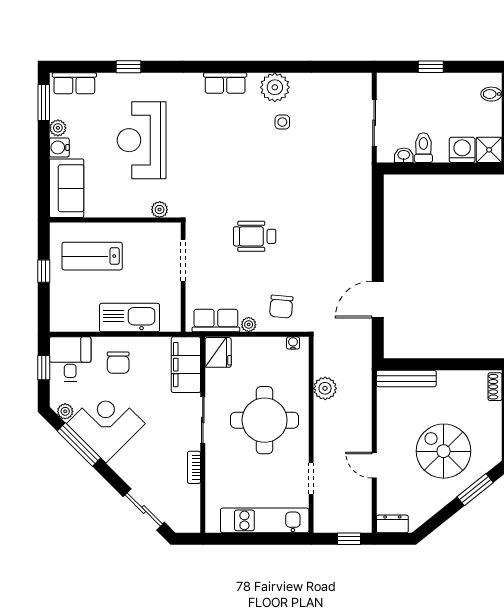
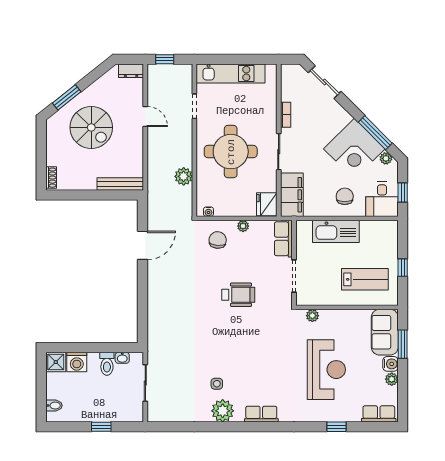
window: (44, 102) -> (403, 344), moved
row of seats: (216, 321) -> (283, 239), moved, turned 90

